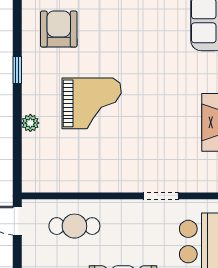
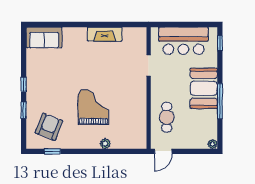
armchair: (59, 29) -> (49, 127), turned 111
window: (17, 70) -> (52, 151), moved

